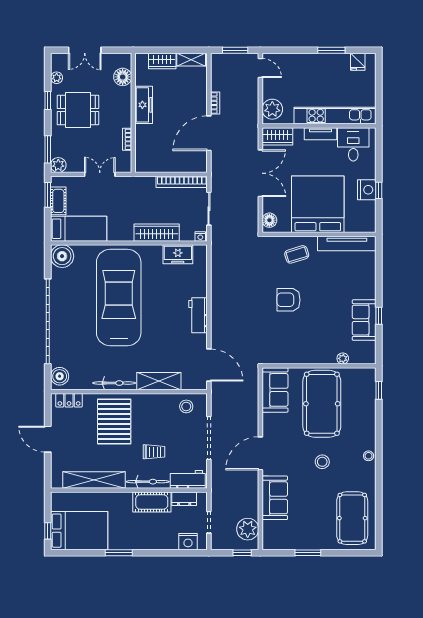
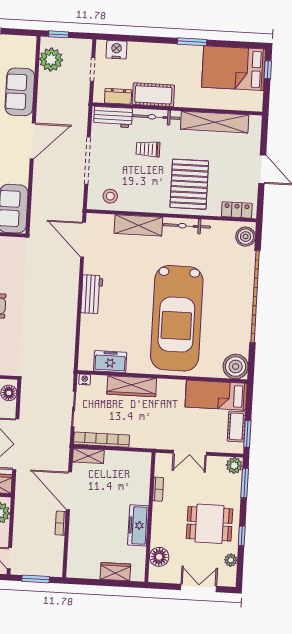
shelving: (191, 60) -> (88, 456), moved
door: (209, 133) -> (69, 491), swing flipped

